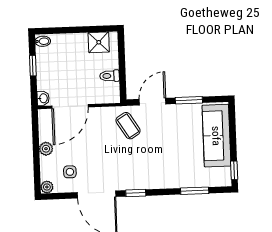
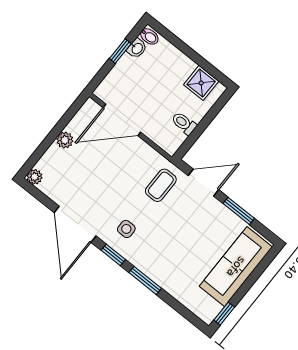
washbasin: (43, 98) -> (137, 48), moved
coffee table: (128, 126) -> (161, 185), turned 32
side table: (70, 172) -> (126, 229), moved
window: (195, 191) -> (145, 280), moved

